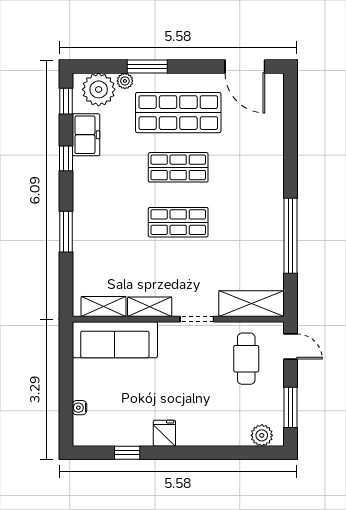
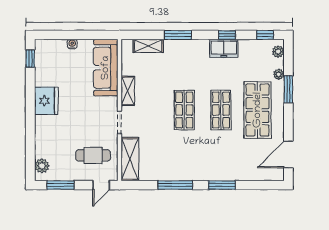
plant: (99, 89) -> (278, 52), width x0.53, depth x0.53
freezer: (86, 135) -> (224, 48), moved
window: (290, 166) -> (222, 185), added
window: (290, 236) -> (175, 185), width x0.68
shelving: (104, 307) -> (148, 46), moved, turned 90
water cooler: (79, 408) -> (72, 44), moved
fridge: (164, 433) -> (46, 101), width x1.88, depth x1.34
window: (127, 453) -> (30, 59), moved

